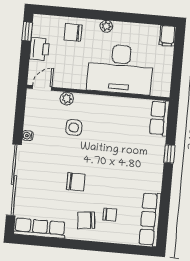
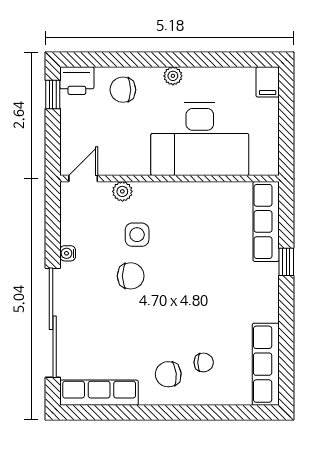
printer: (39, 49) -> (77, 81), moved, turned 90
row of seats: (159, 118) -> (266, 221), width x1.48
chair: (76, 182) -> (131, 276), moved

